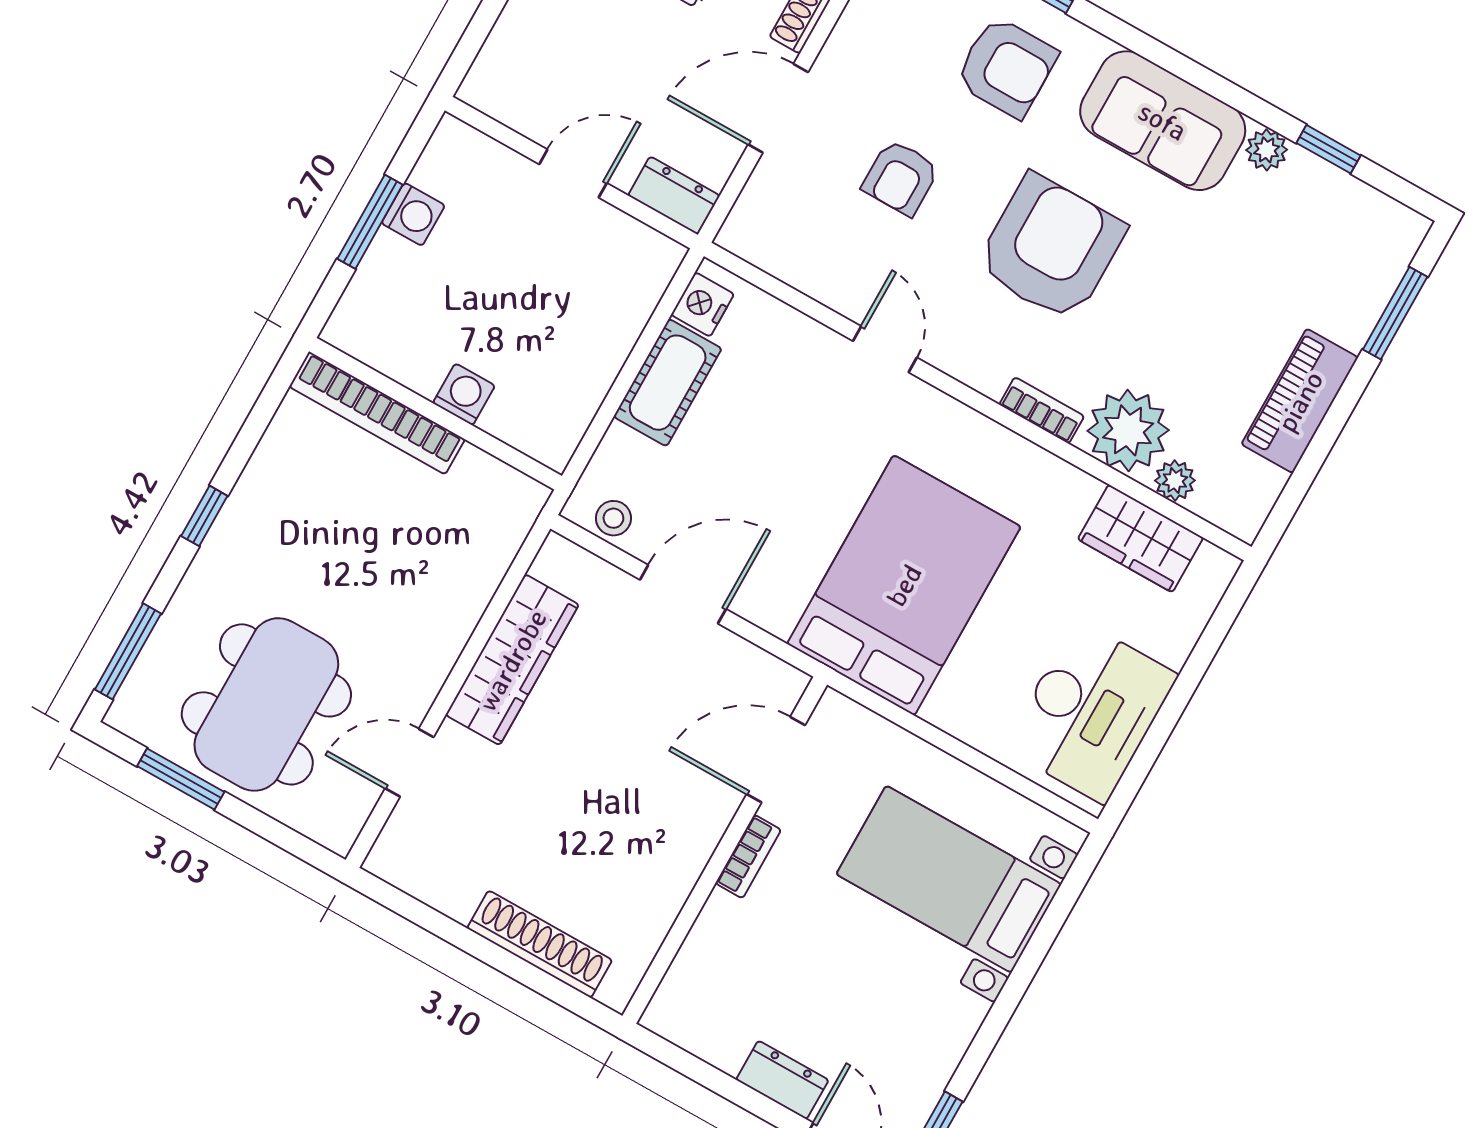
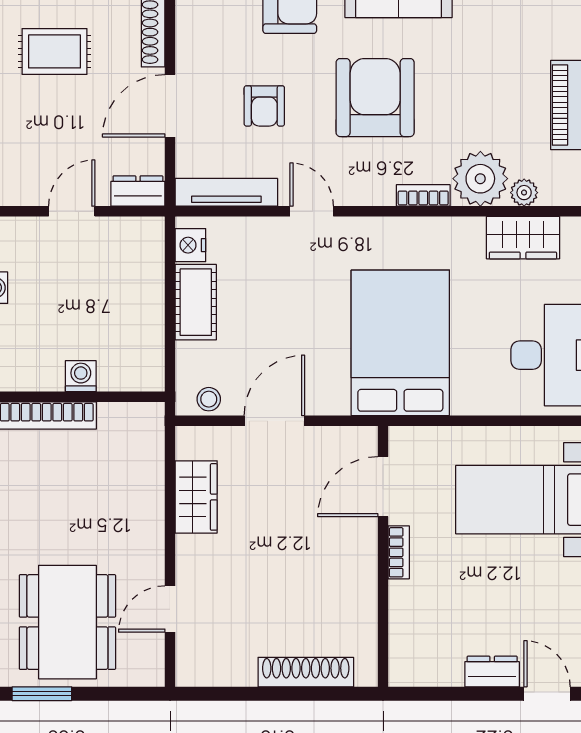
tv unit: (788, 262) -> (226, 192), added
wardrobe: (512, 660) -> (196, 497), width x0.67

